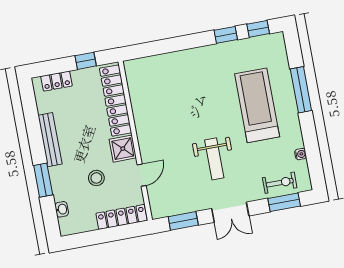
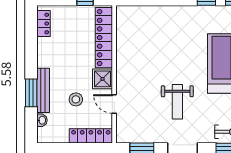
locker: (57, 81) -> (43, 23), moved, turned -90
bench: (50, 140) -> (43, 90), moved
door: (142, 175) -> (114, 104), swing flipped

